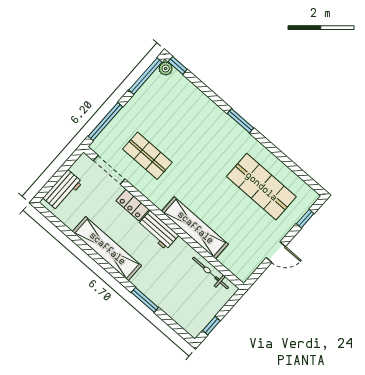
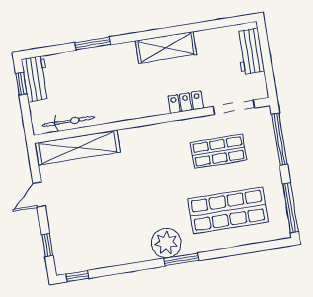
window: (178, 66) -> (77, 276), moved
plant: (166, 68) -> (166, 243), moved, width x1.87, depth x1.87
shop shelf: (261, 187) -> (228, 210), moved
shelving: (195, 228) -> (78, 147), moved
workbench: (158, 230) -> (36, 79), moved, turned 90
shelving: (107, 249) -> (166, 48), width x0.68

